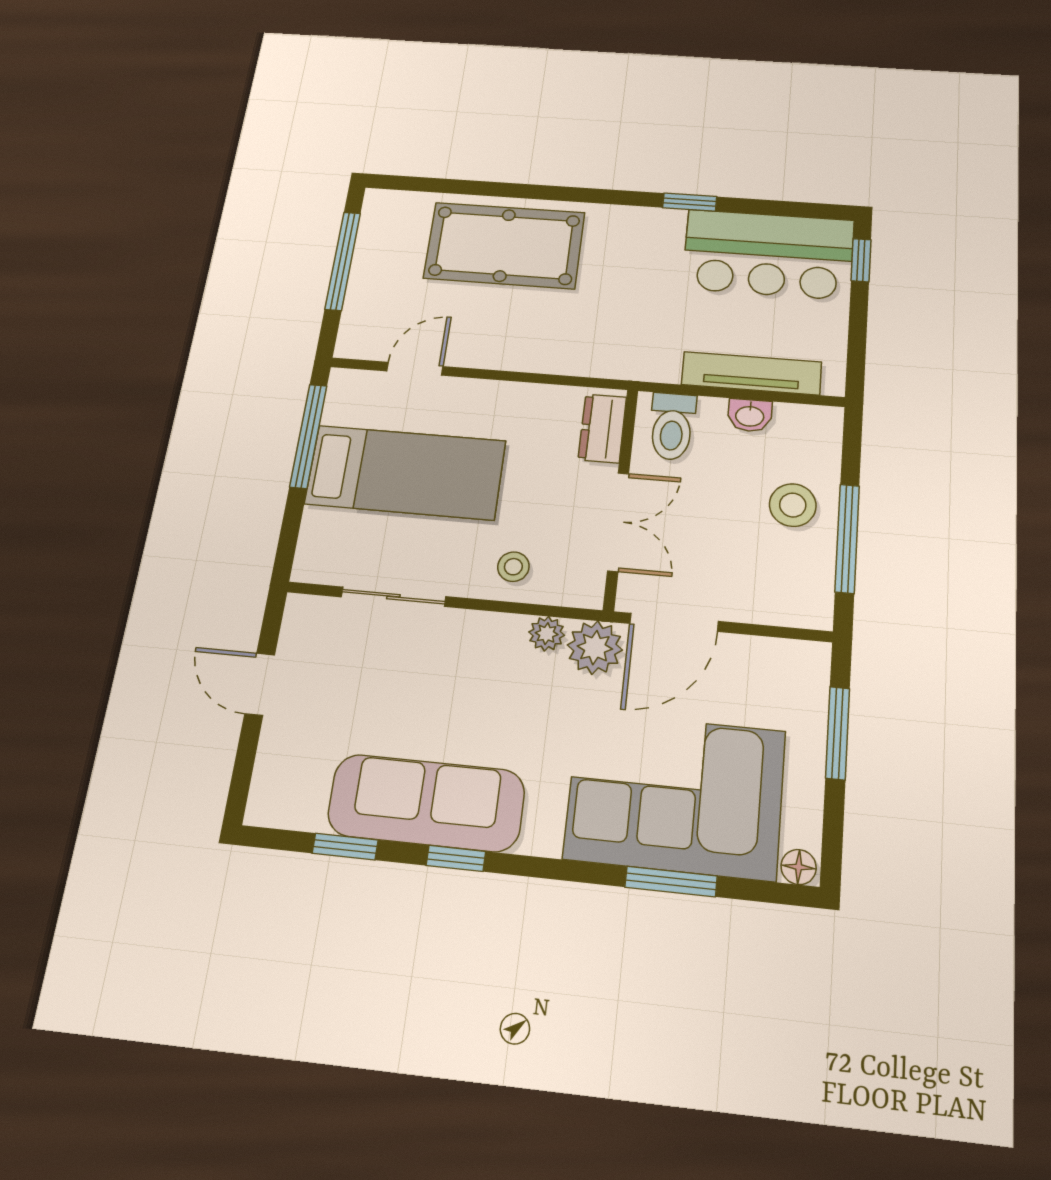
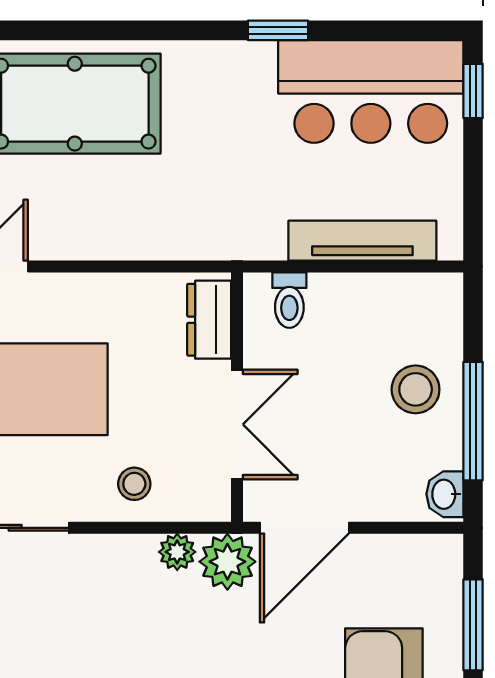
washbasin: (750, 415) -> (445, 494), moved, turned 90
toilet: (672, 426) -> (289, 300), width x0.73, depth x0.72

